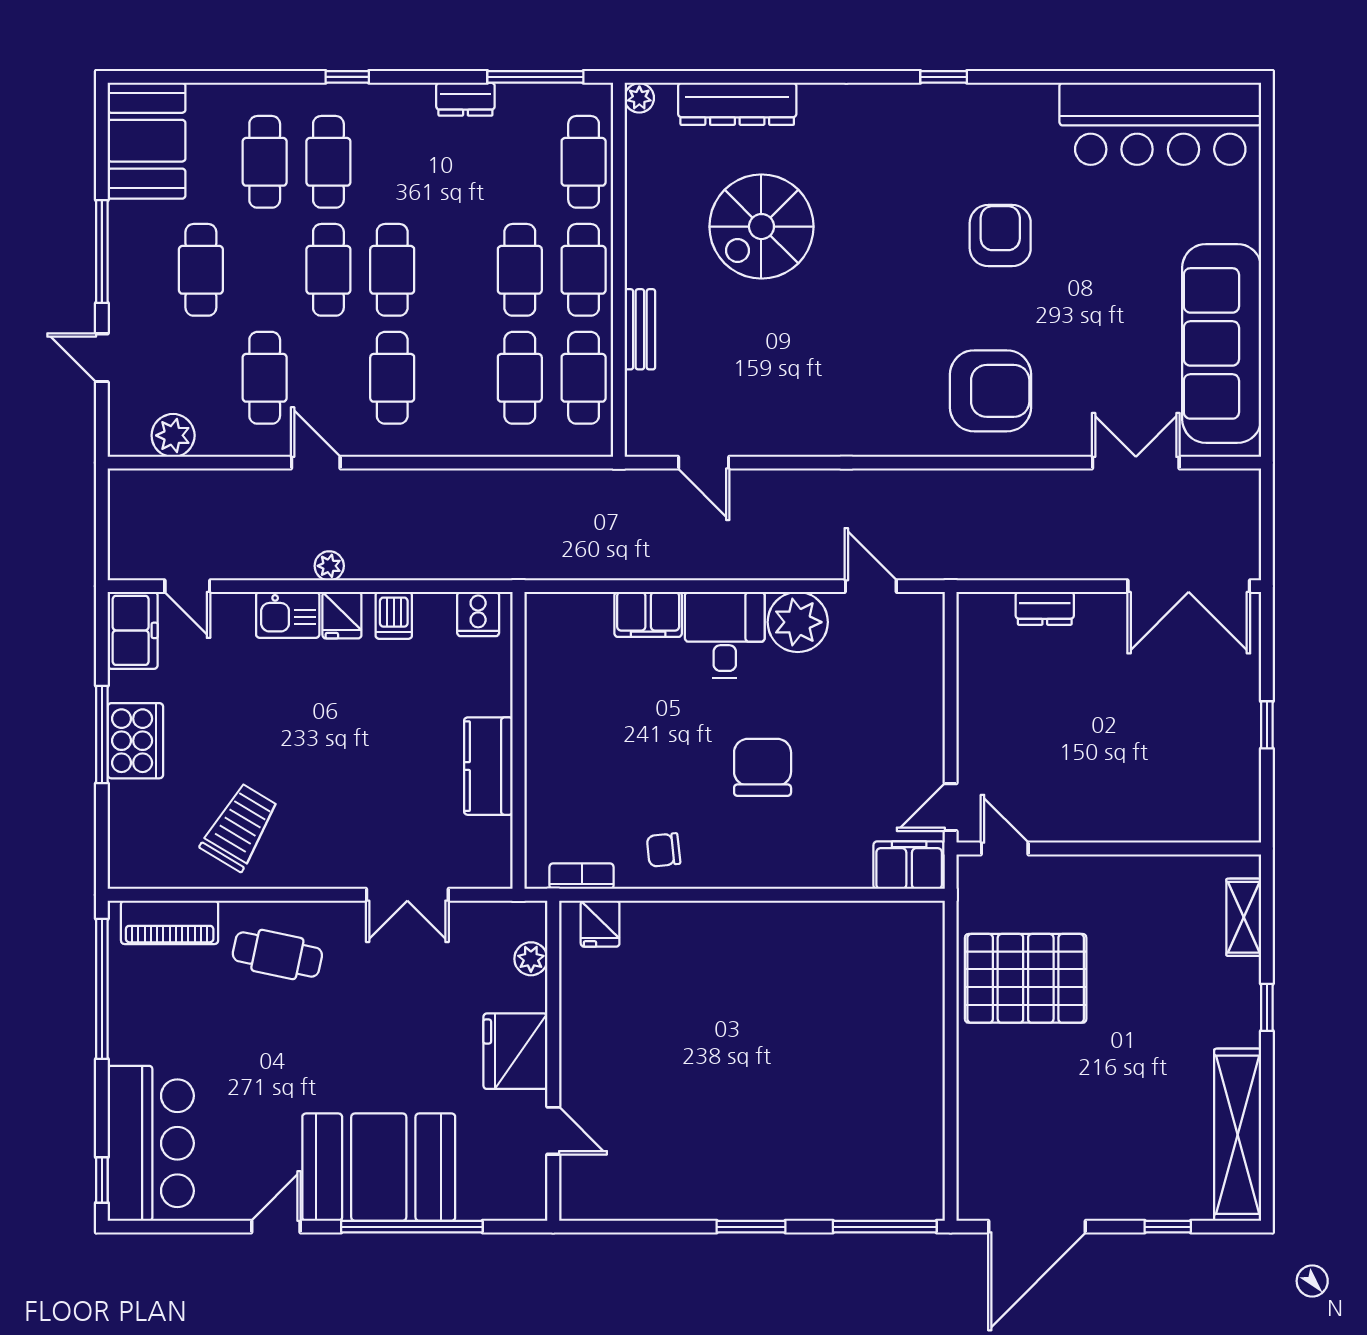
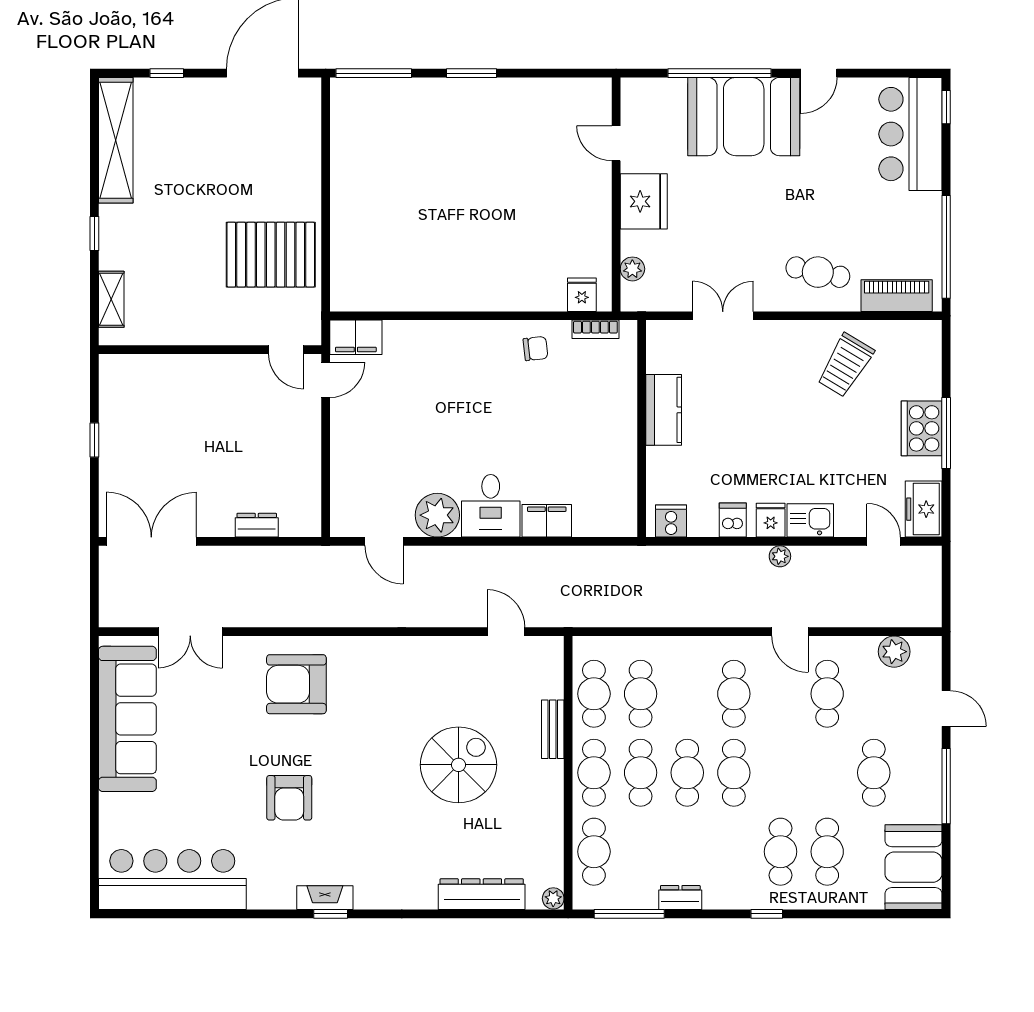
fireplace: (952, 99) -> (325, 898), added
spiral stairs: (761, 227) -> (458, 765), moved
cafe table: (328, 270) -> (687, 773), moved
chair: (763, 767) -> (463, 409), removed

